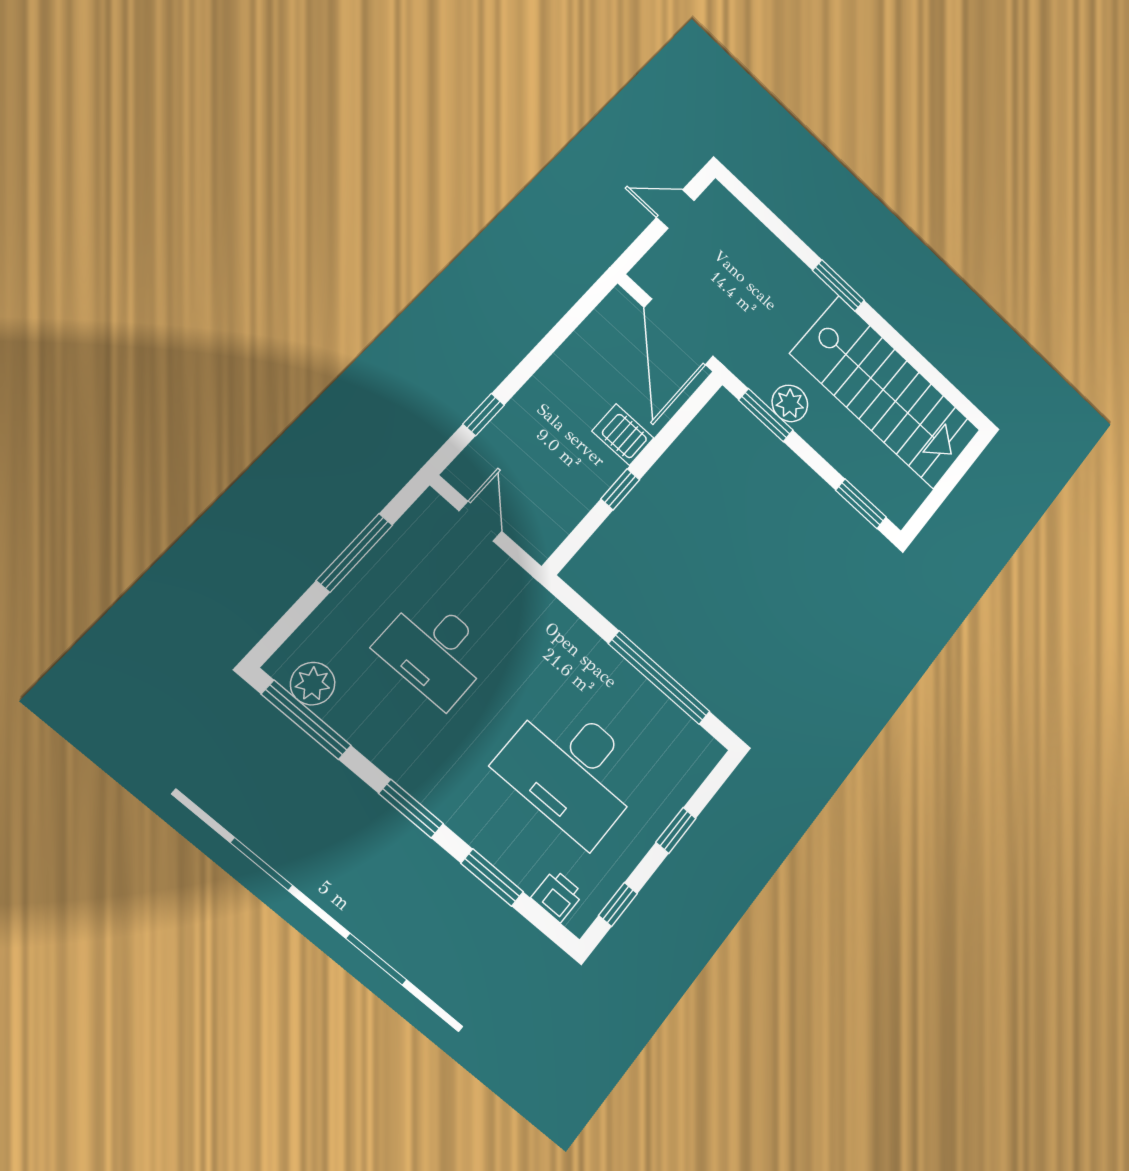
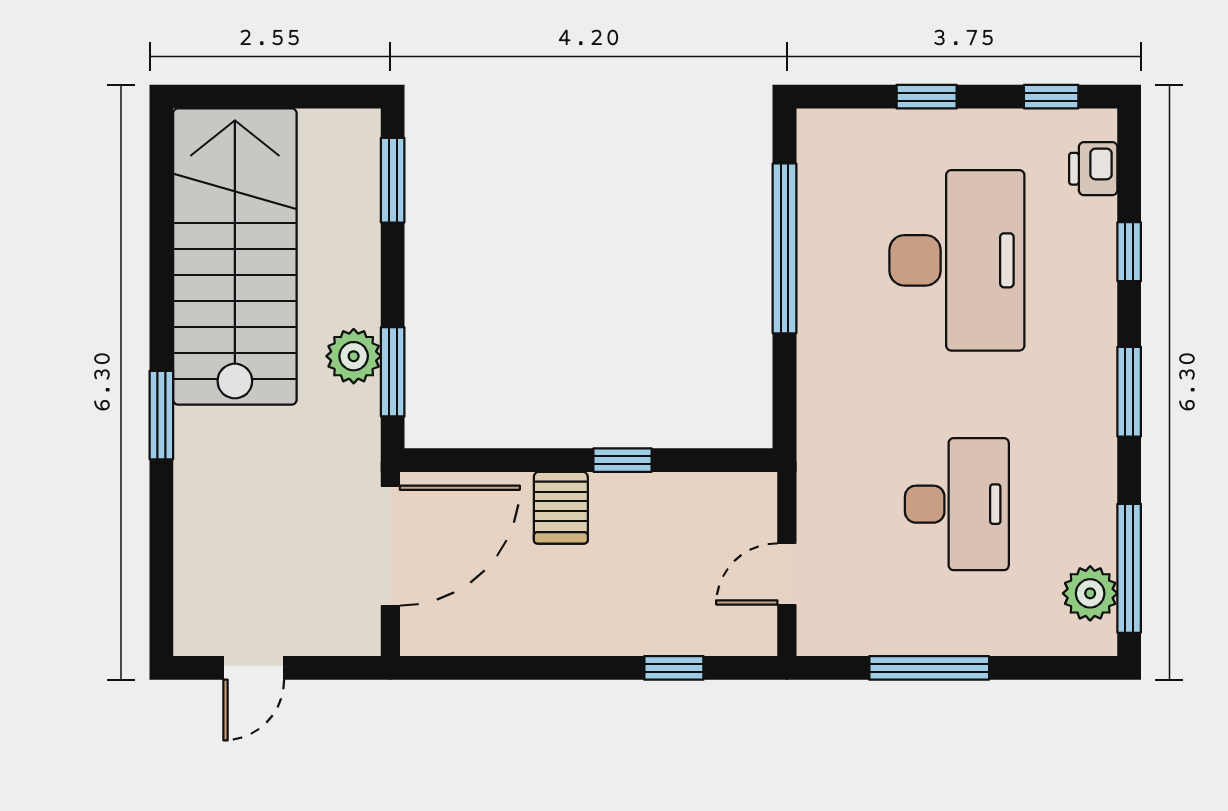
door: (675, 209) -> (254, 668), hinge flipped
window: (492, 878) -> (1129, 252), width x0.67

